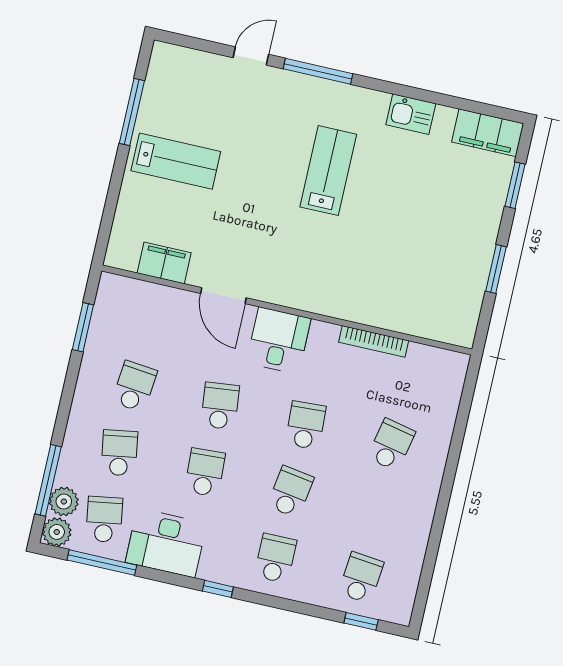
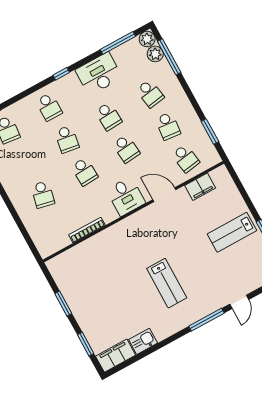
kitchen sink: (411, 114) -> (143, 341), moved
school desk: (104, 519) -> (186, 158), moved

